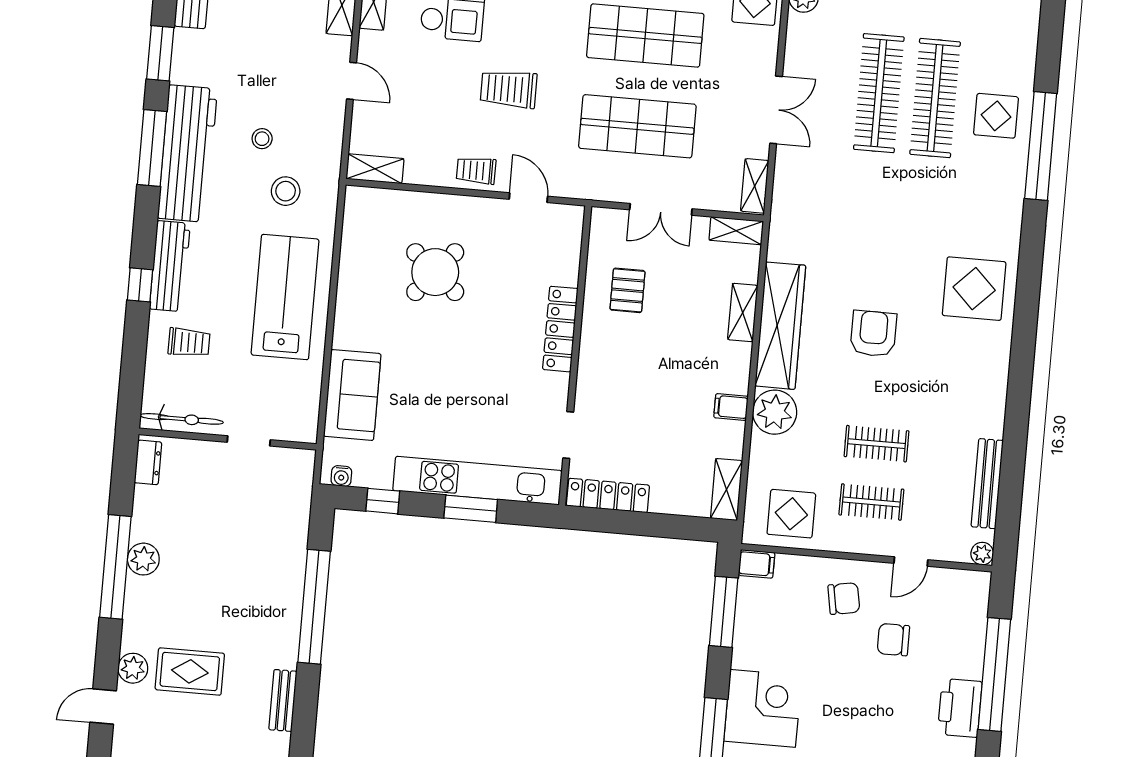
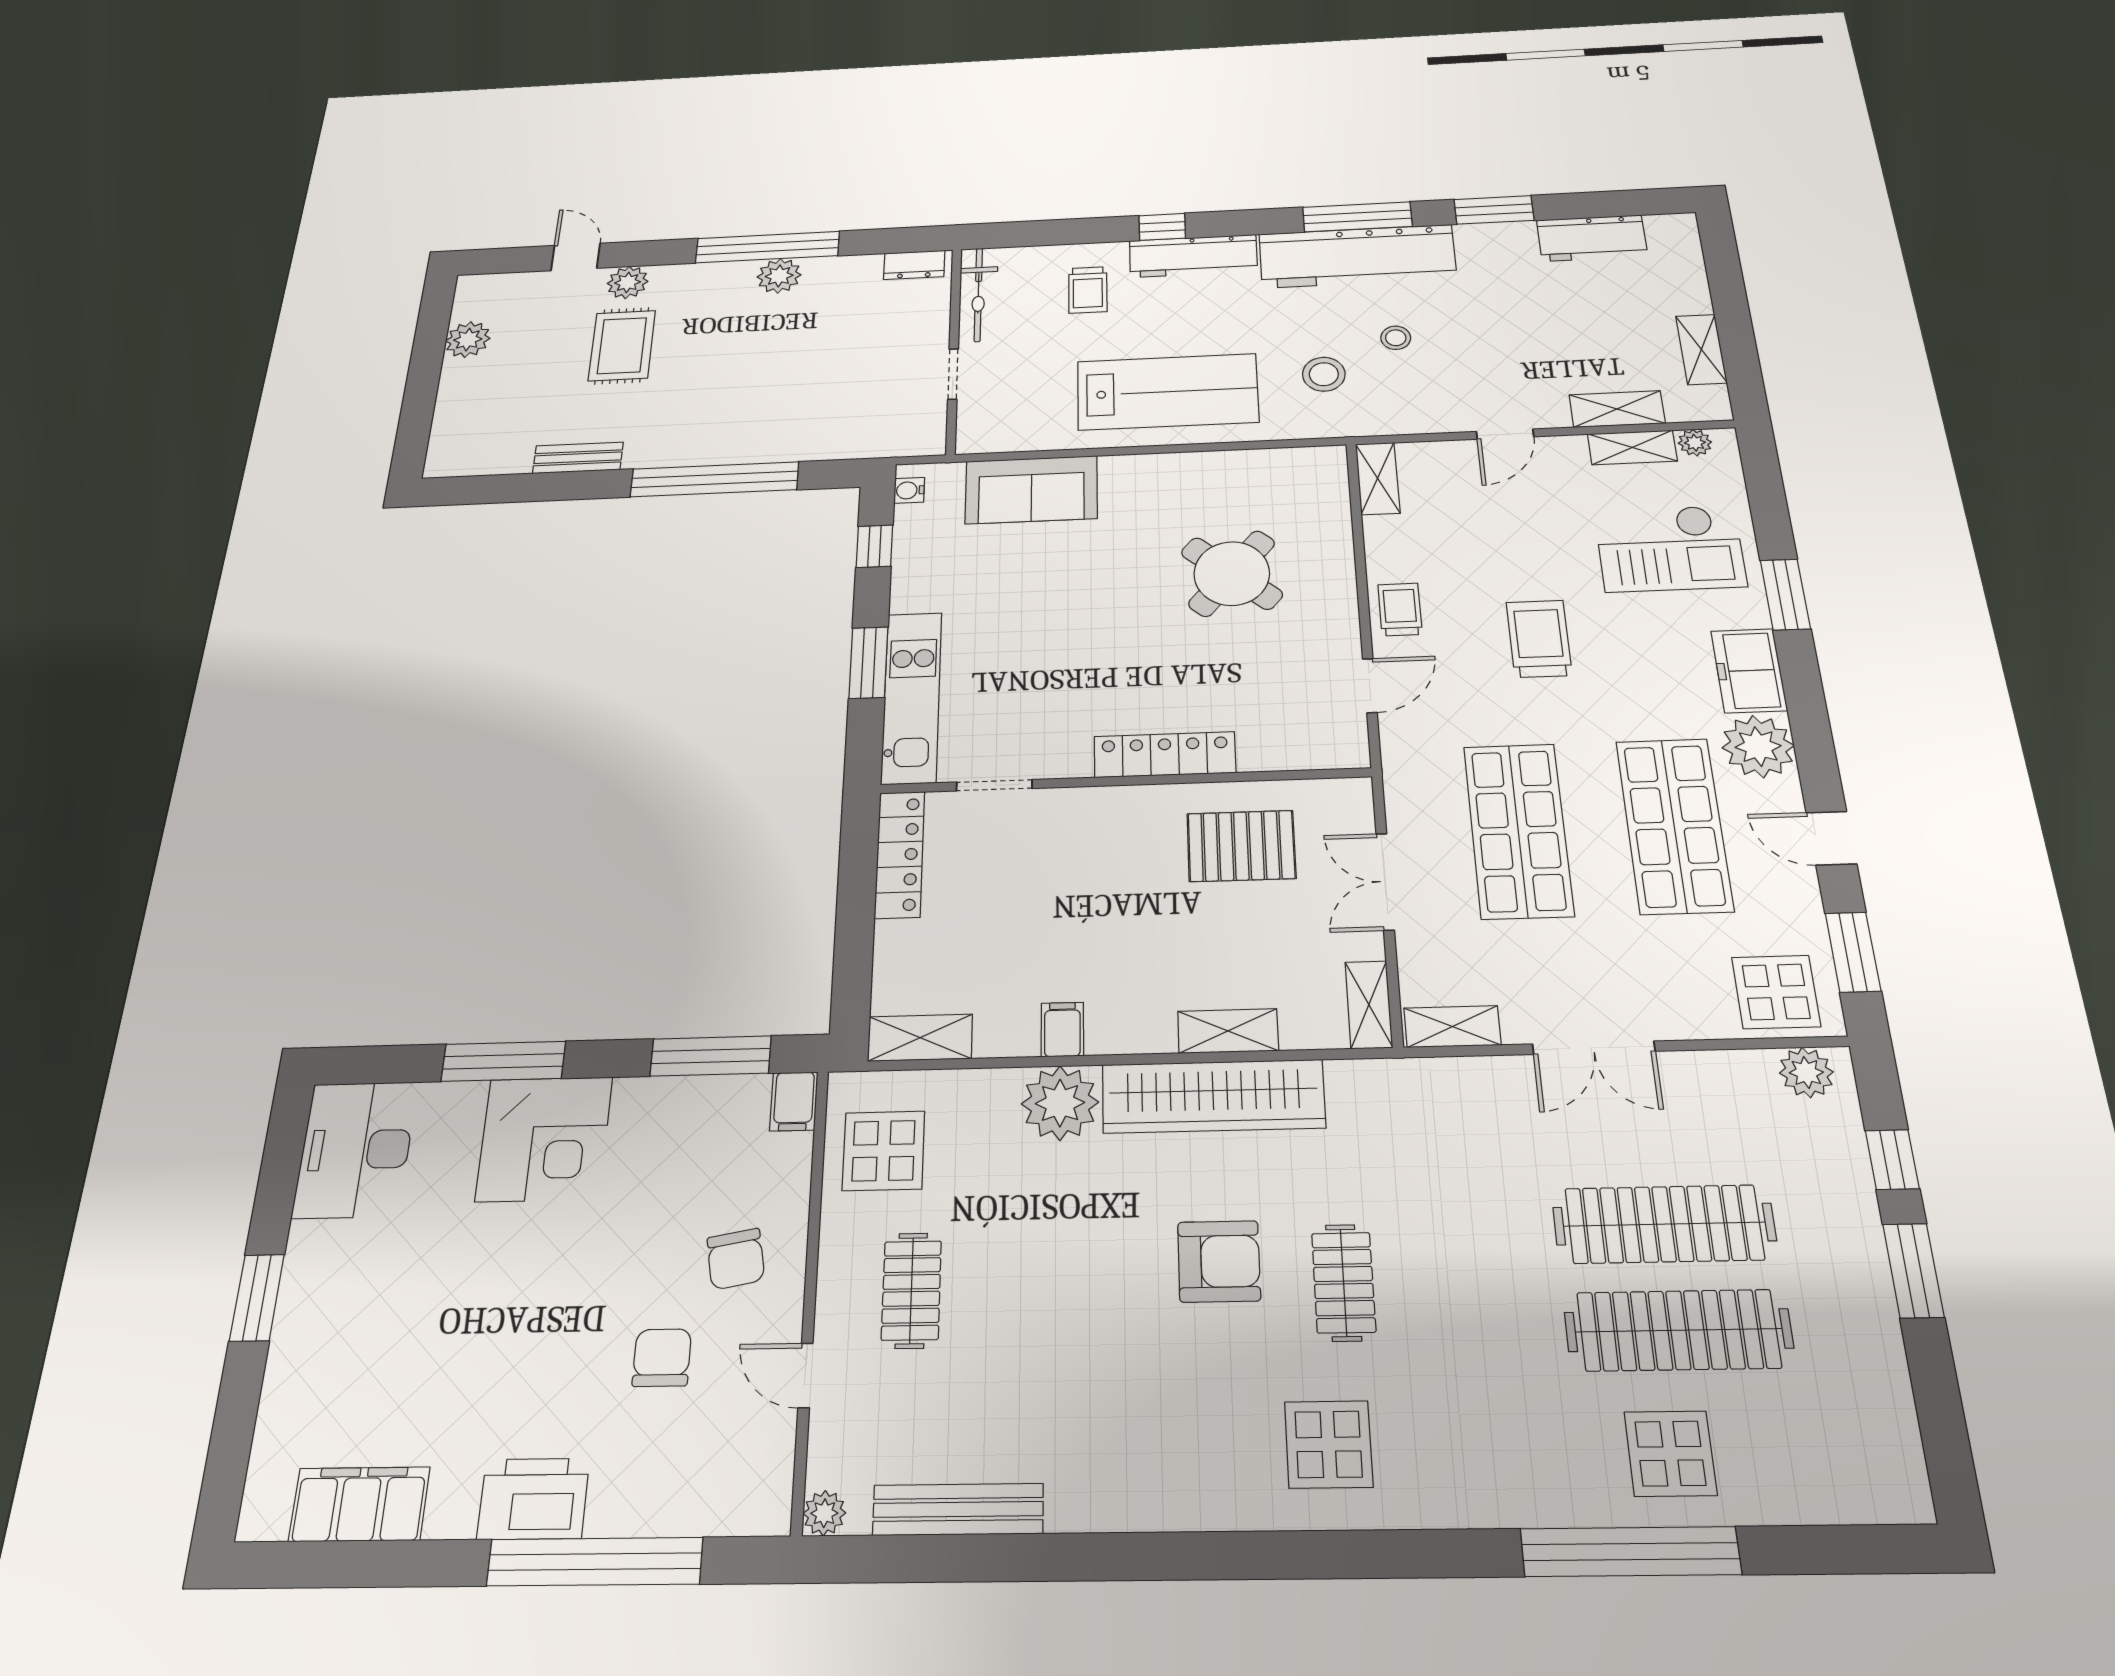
display table: (974, 289) -> (1329, 1444), width x0.73, depth x0.73
pallet: (628, 290) -> (1241, 846), width x1.50, depth x1.42
clothes rail: (876, 444) -> (1344, 1282), moved
kitchen unit: (477, 481) -> (912, 697), width x0.73

